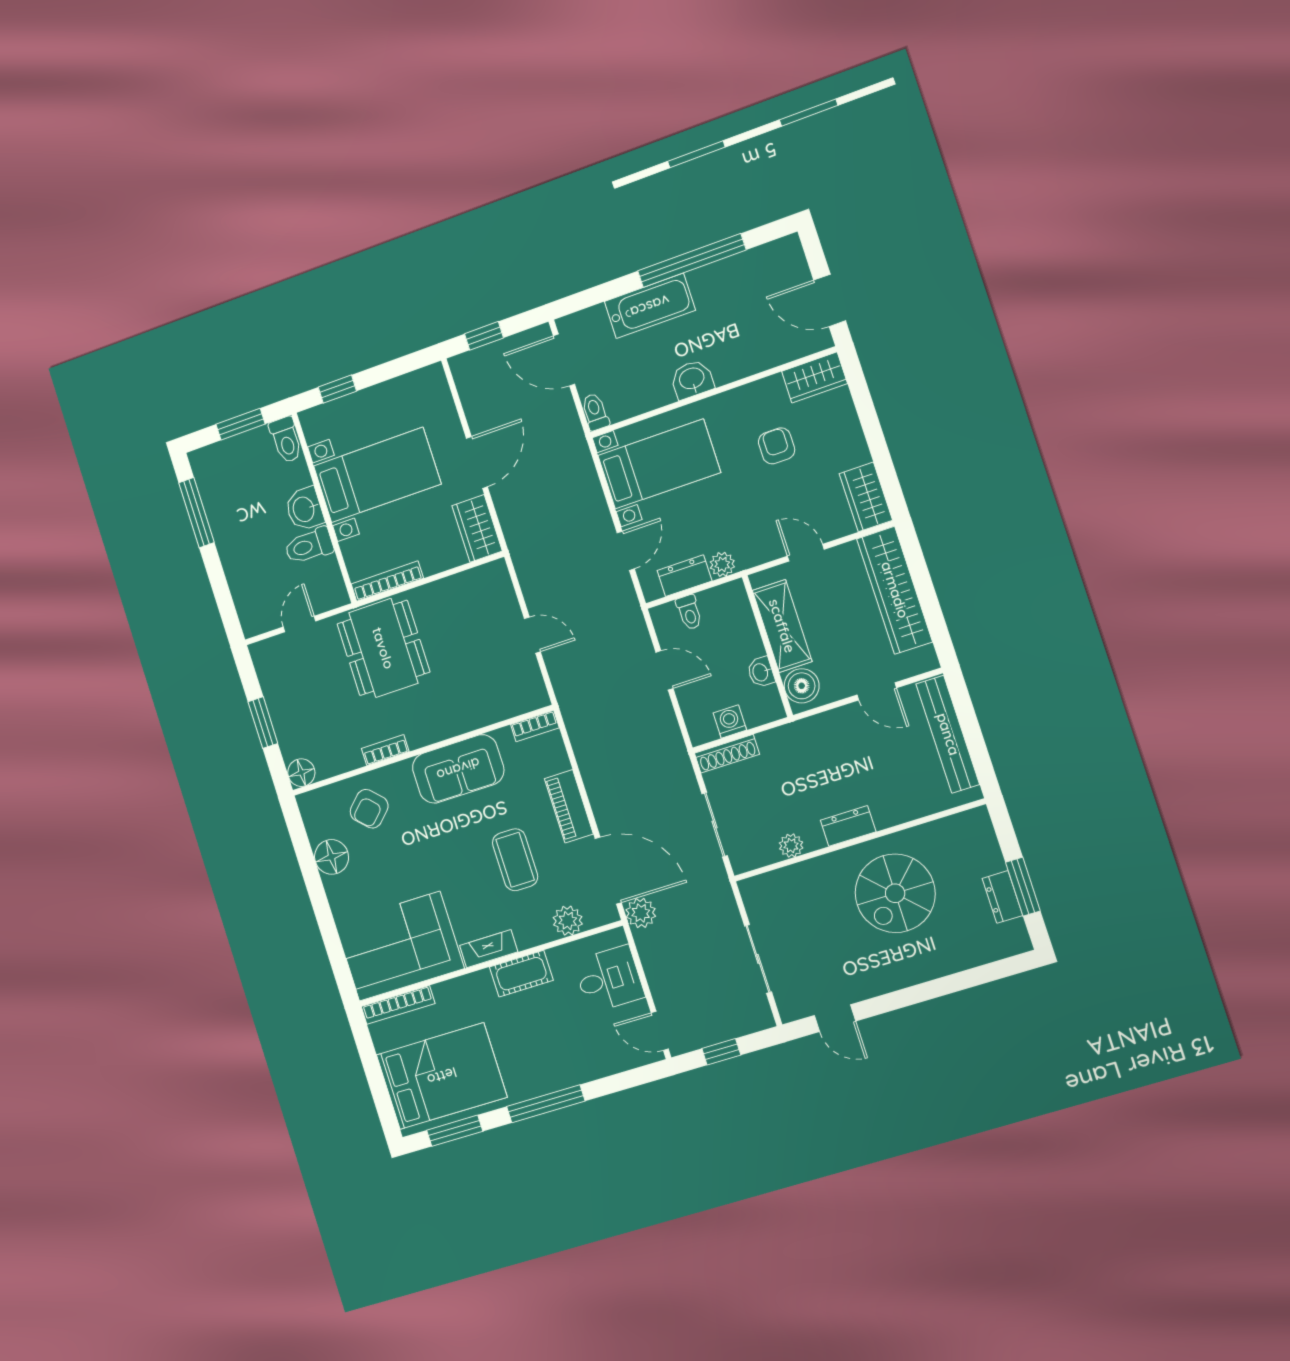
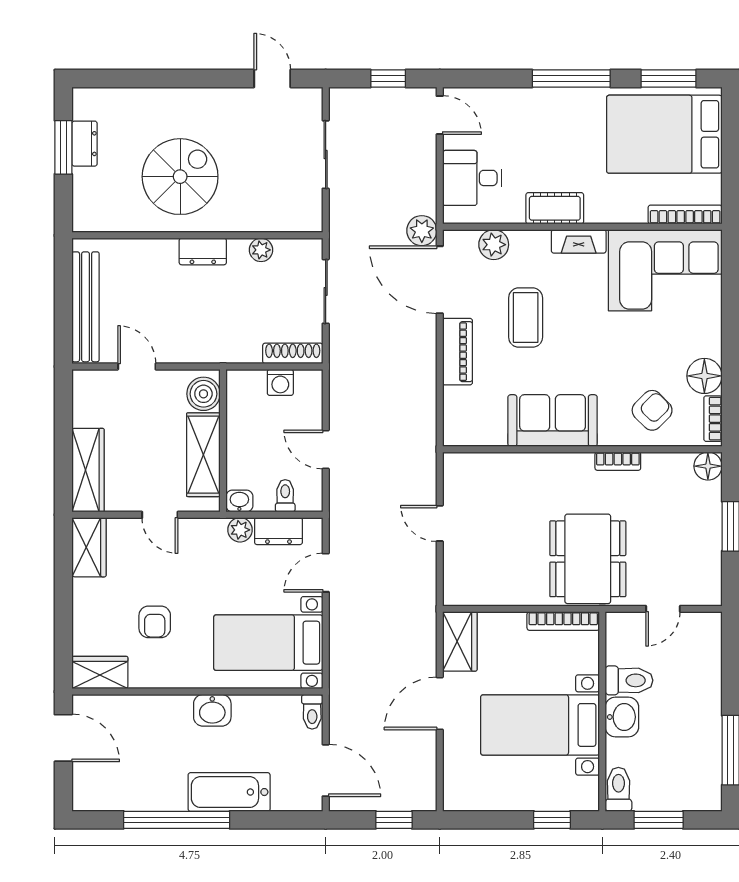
wardrobe: (895, 590) -> (88, 470), width x0.71, depth x0.85
washbasin: (761, 672) -> (239, 501), moved, turned -90
bookcase: (535, 726) -> (713, 419), moved, turned -90

